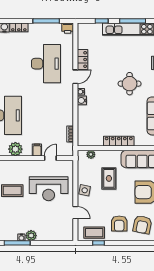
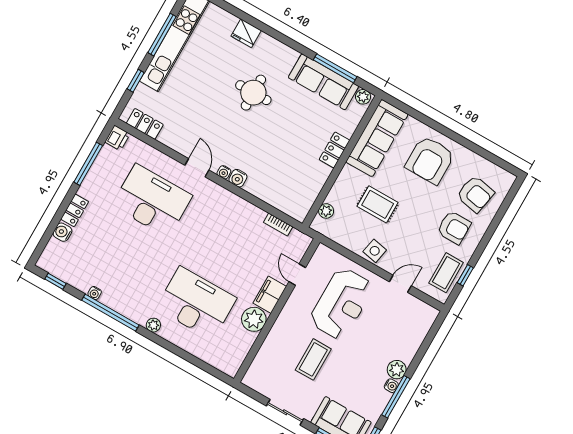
locker: (83, 60) -> (145, 124), moved
locker: (119, 141) -> (334, 150), width x0.66
filing cabinet: (37, 150) -> (270, 295), width x2.00

